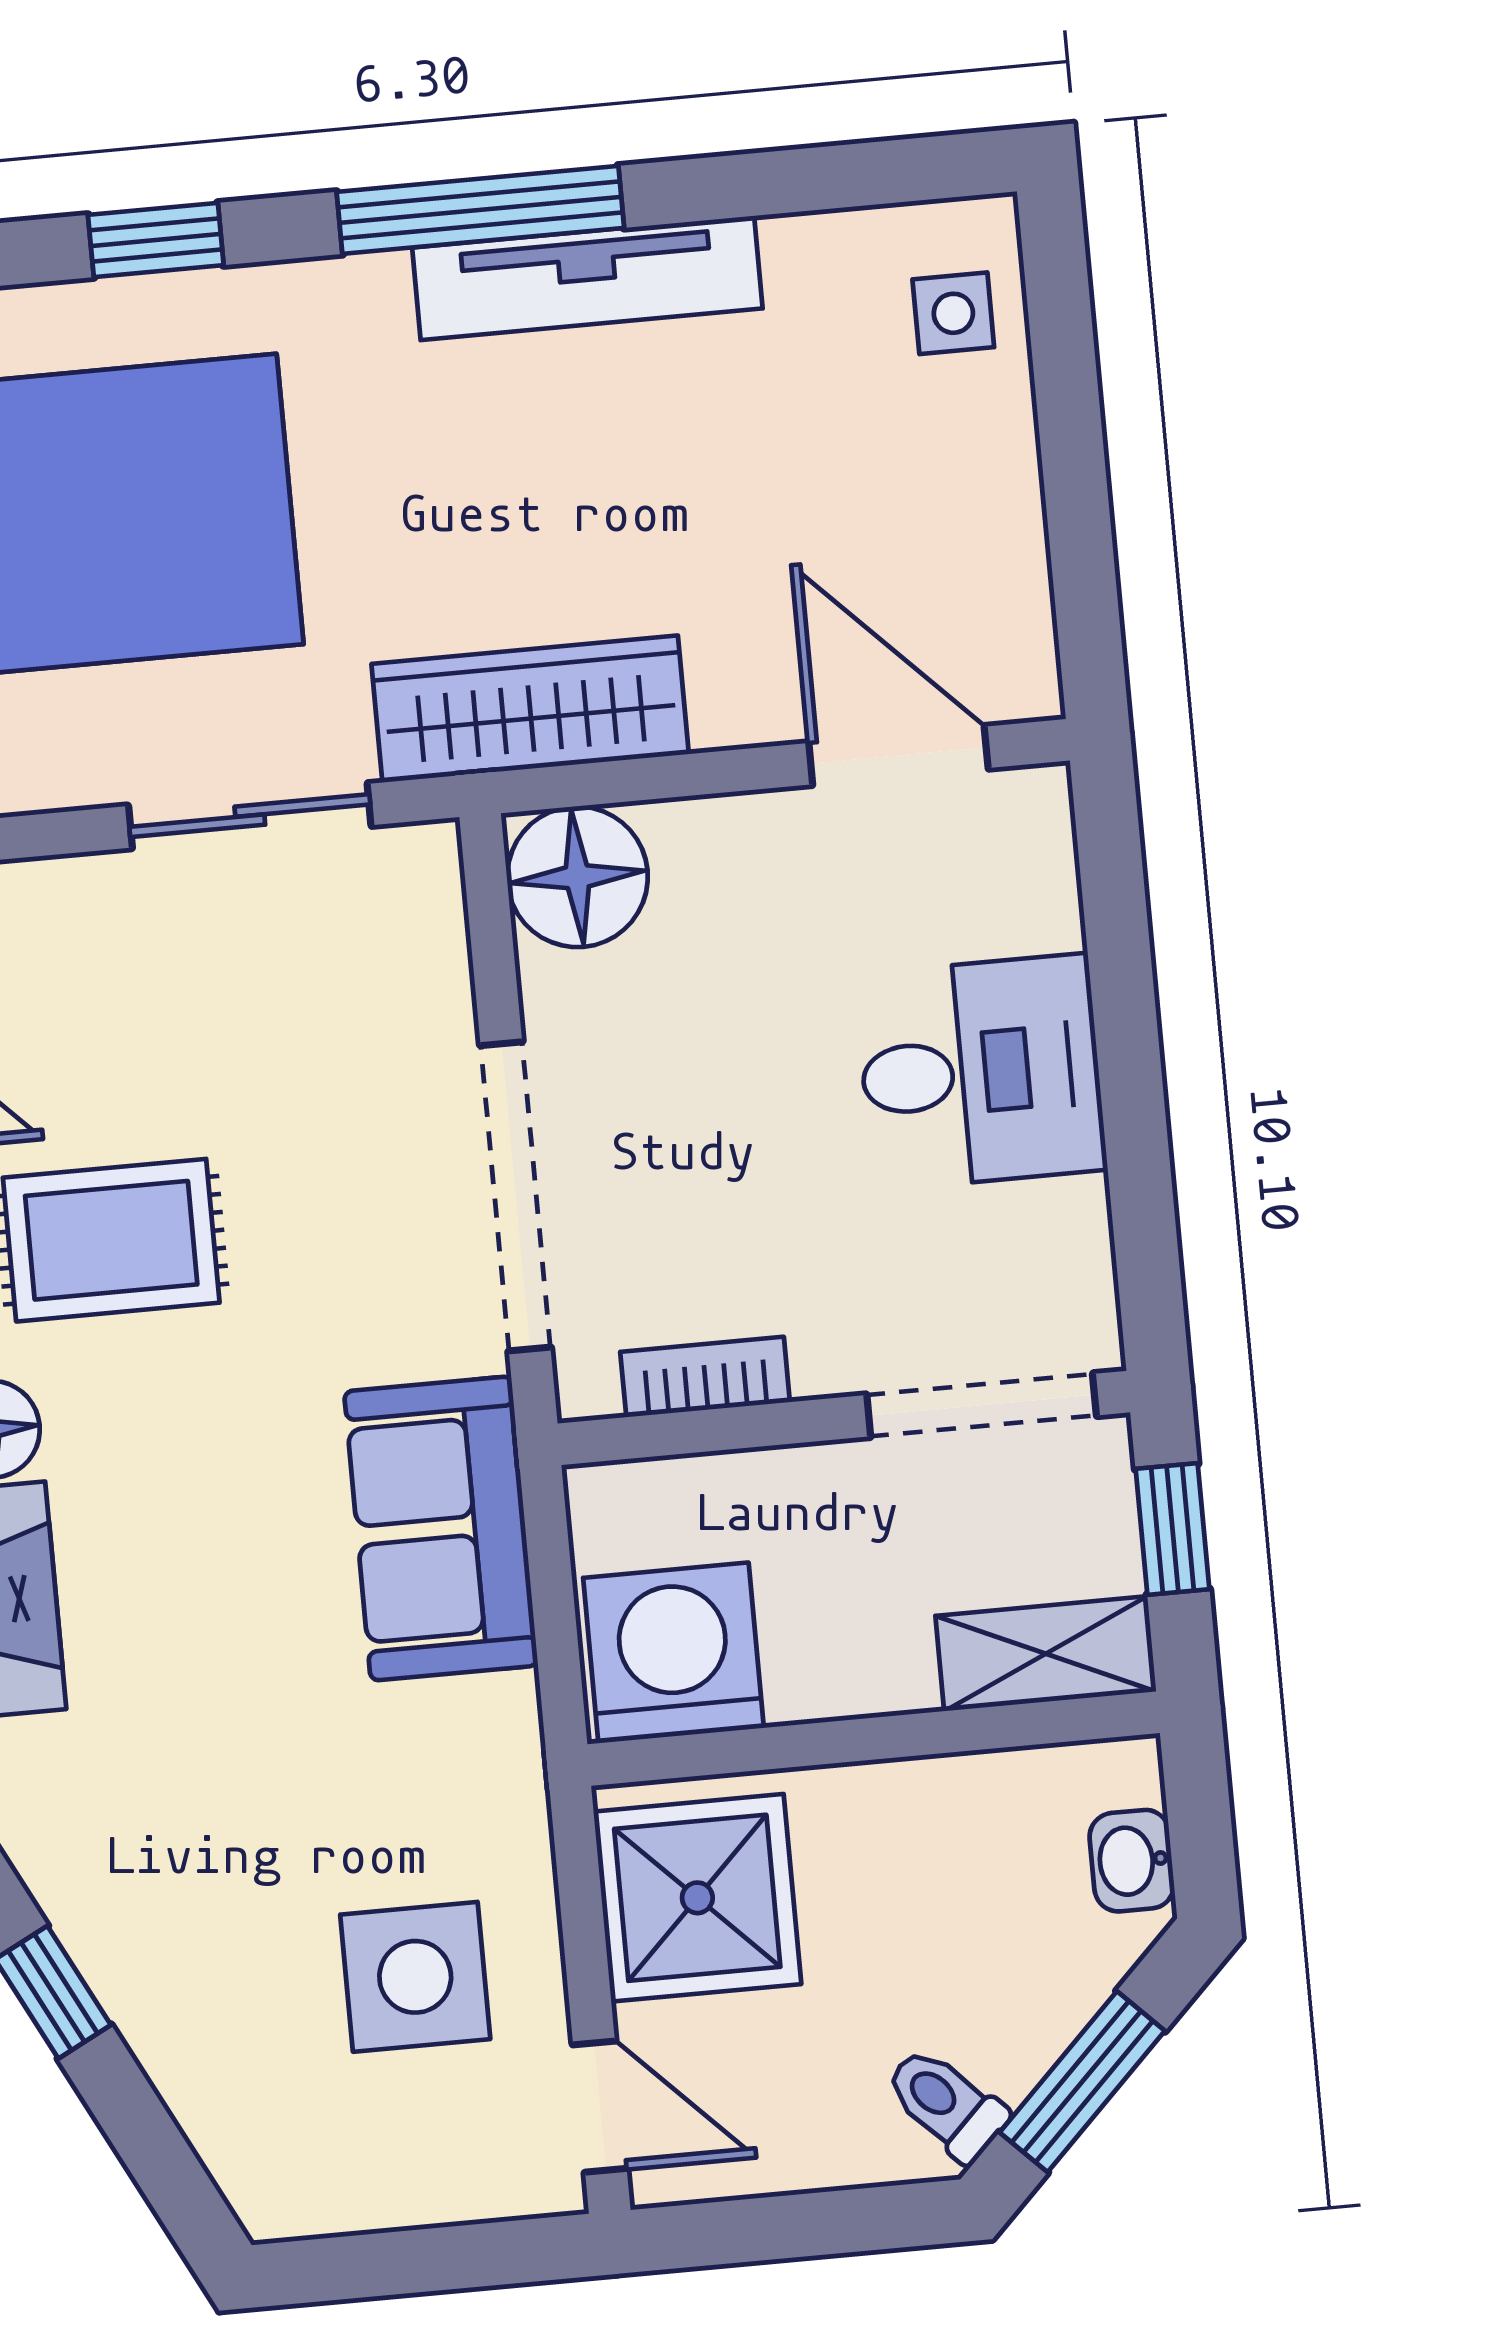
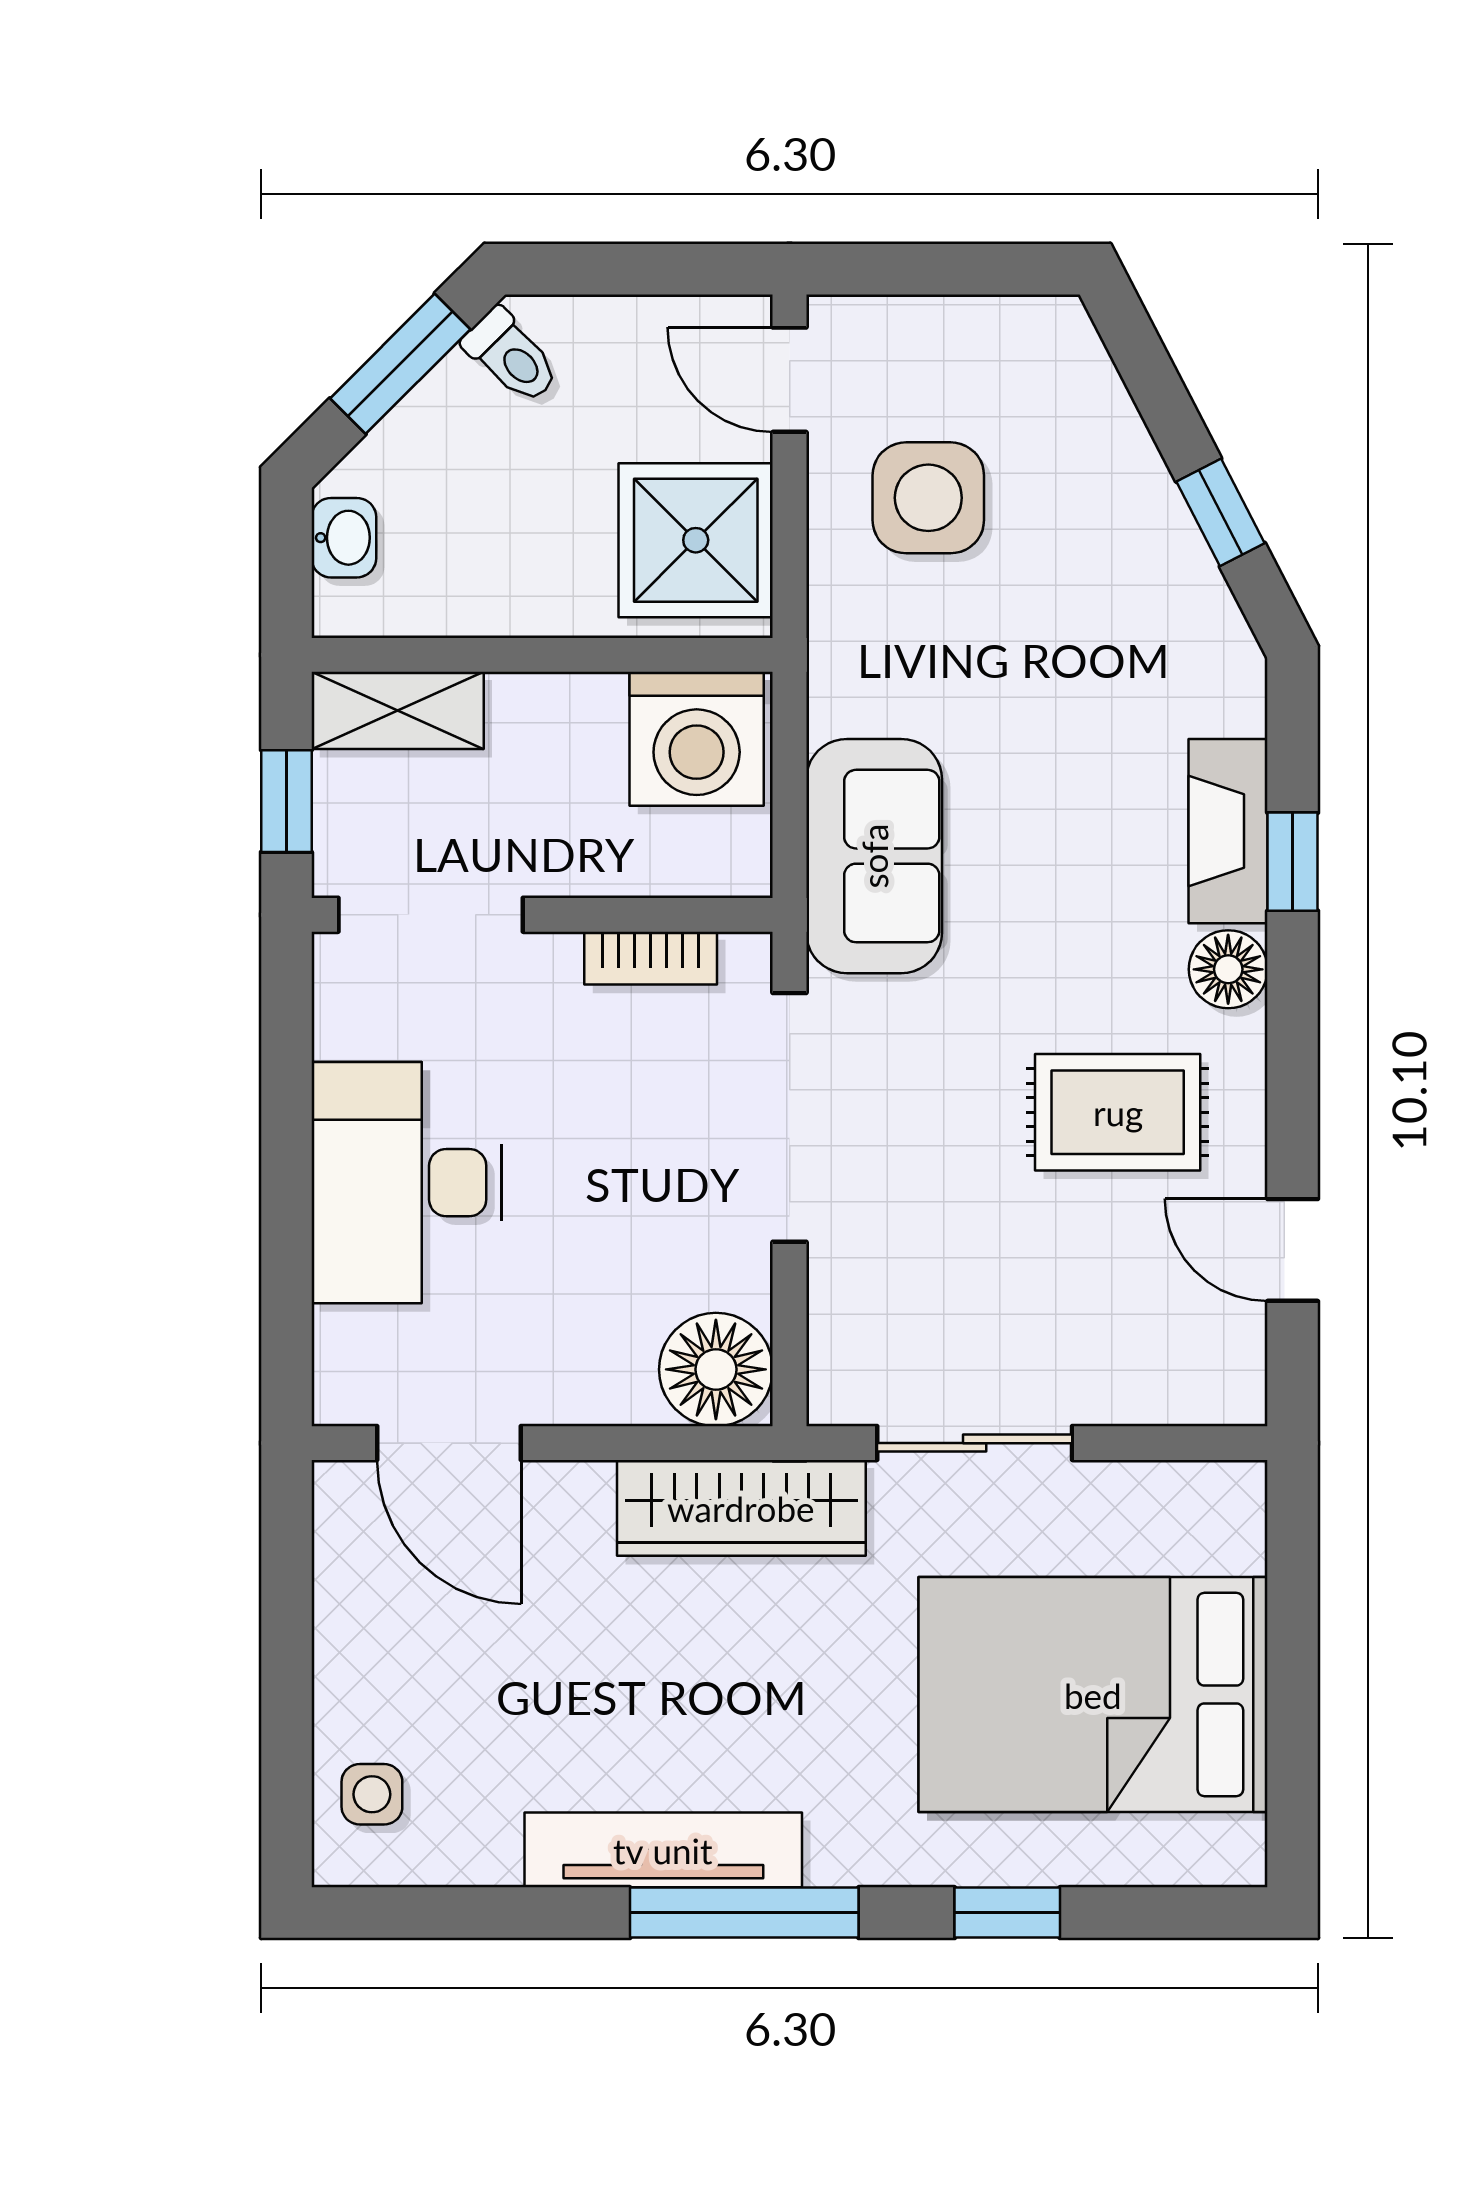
desk: (981, 1072) -> (406, 1183), width x1.37

